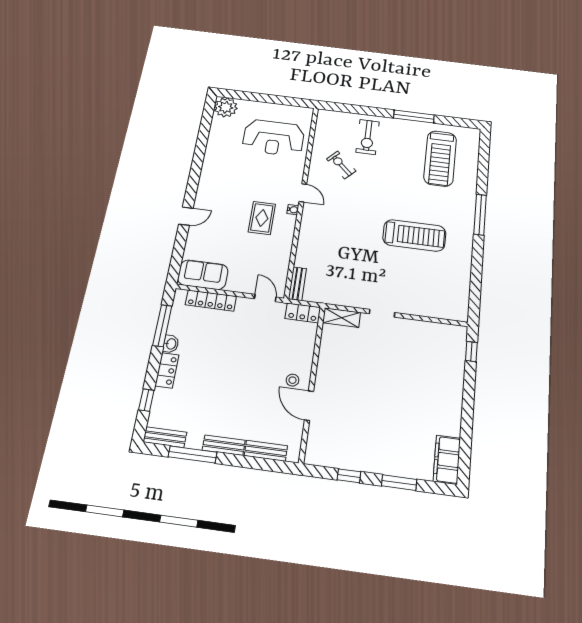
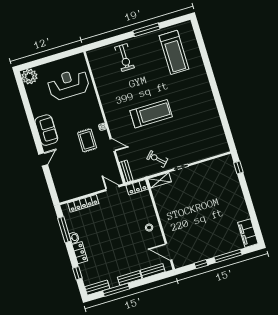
reception desk: (273, 138) -> (68, 84), turned 180
exercise bike: (341, 165) -> (157, 159), moved
door: (303, 193) -> (113, 145), moved
window: (480, 215) -> (212, 80), removed
treadmill: (414, 235) -> (151, 114), moved
sofa: (203, 275) -> (46, 130), moved, turned 90
door: (309, 406) -> (168, 252), moved
window: (399, 483) -> (228, 256), width x1.44

